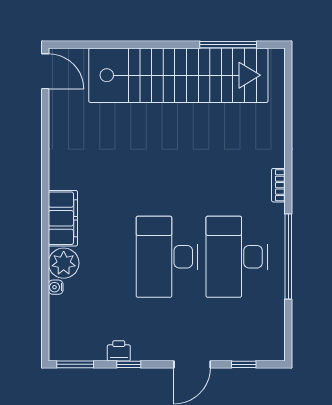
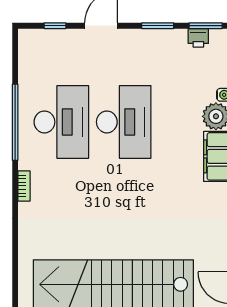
printer: (119, 351) -> (198, 38), moved
window: (129, 364) -> (158, 26), width x1.50

